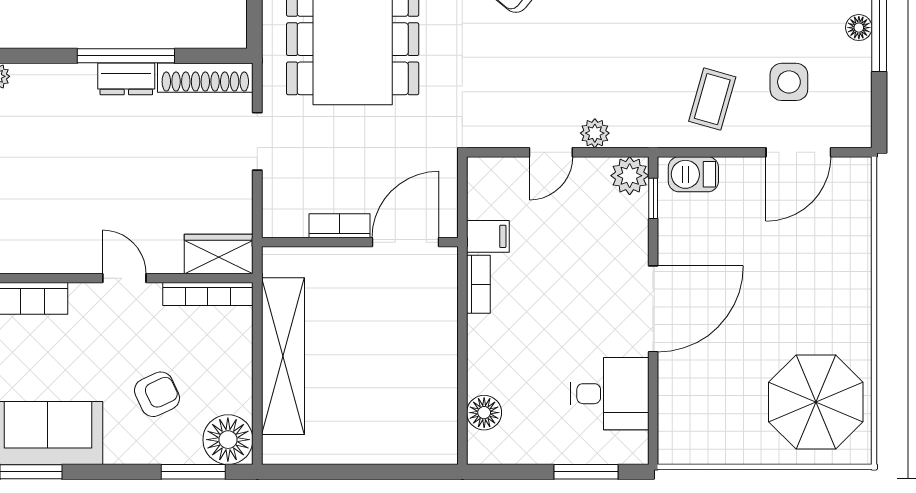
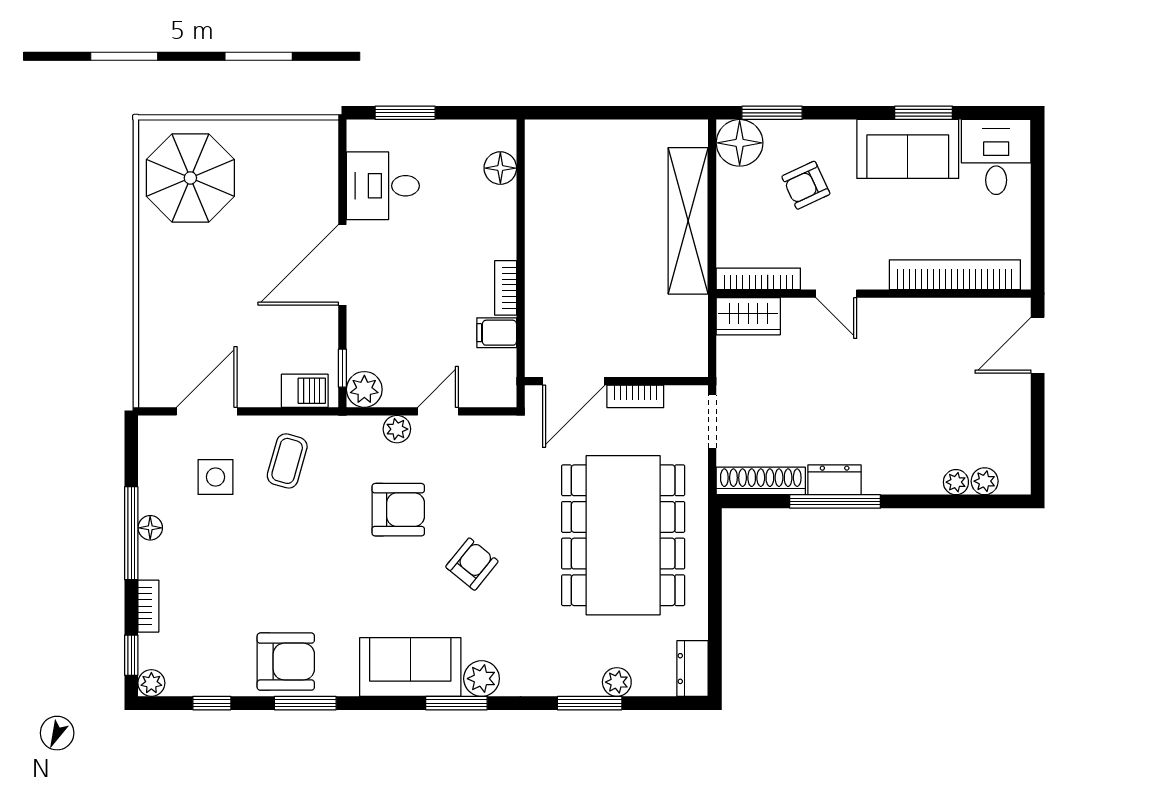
armchair: (593, 47) -> (398, 510), added
bookcase: (340, 226) -> (635, 396), moved
wall: (360, 242) -> (616, 381), moved
door: (406, 242) -> (574, 381), moved

